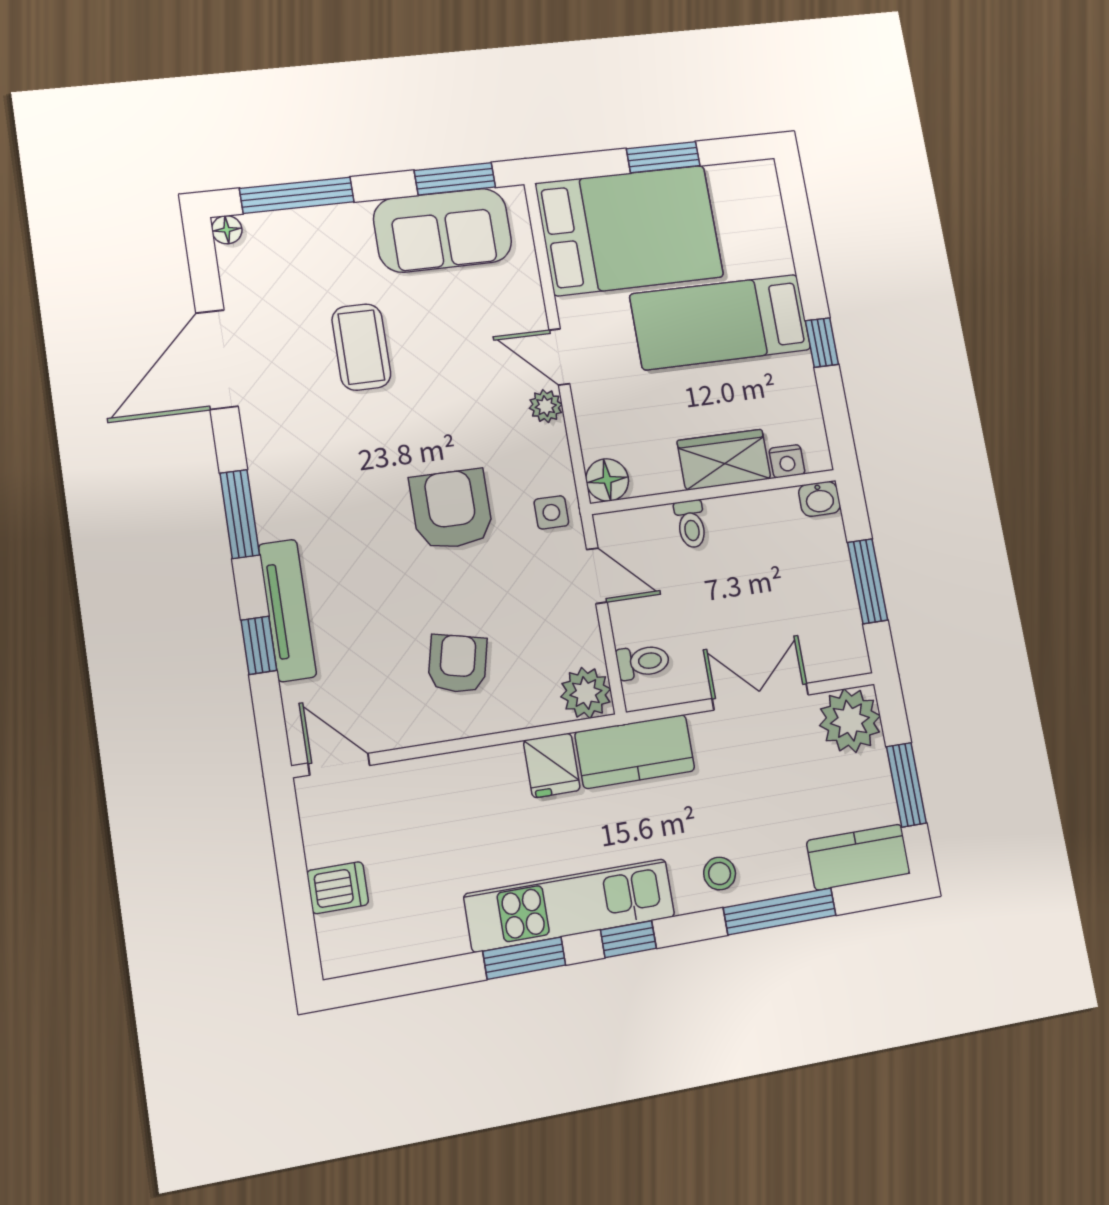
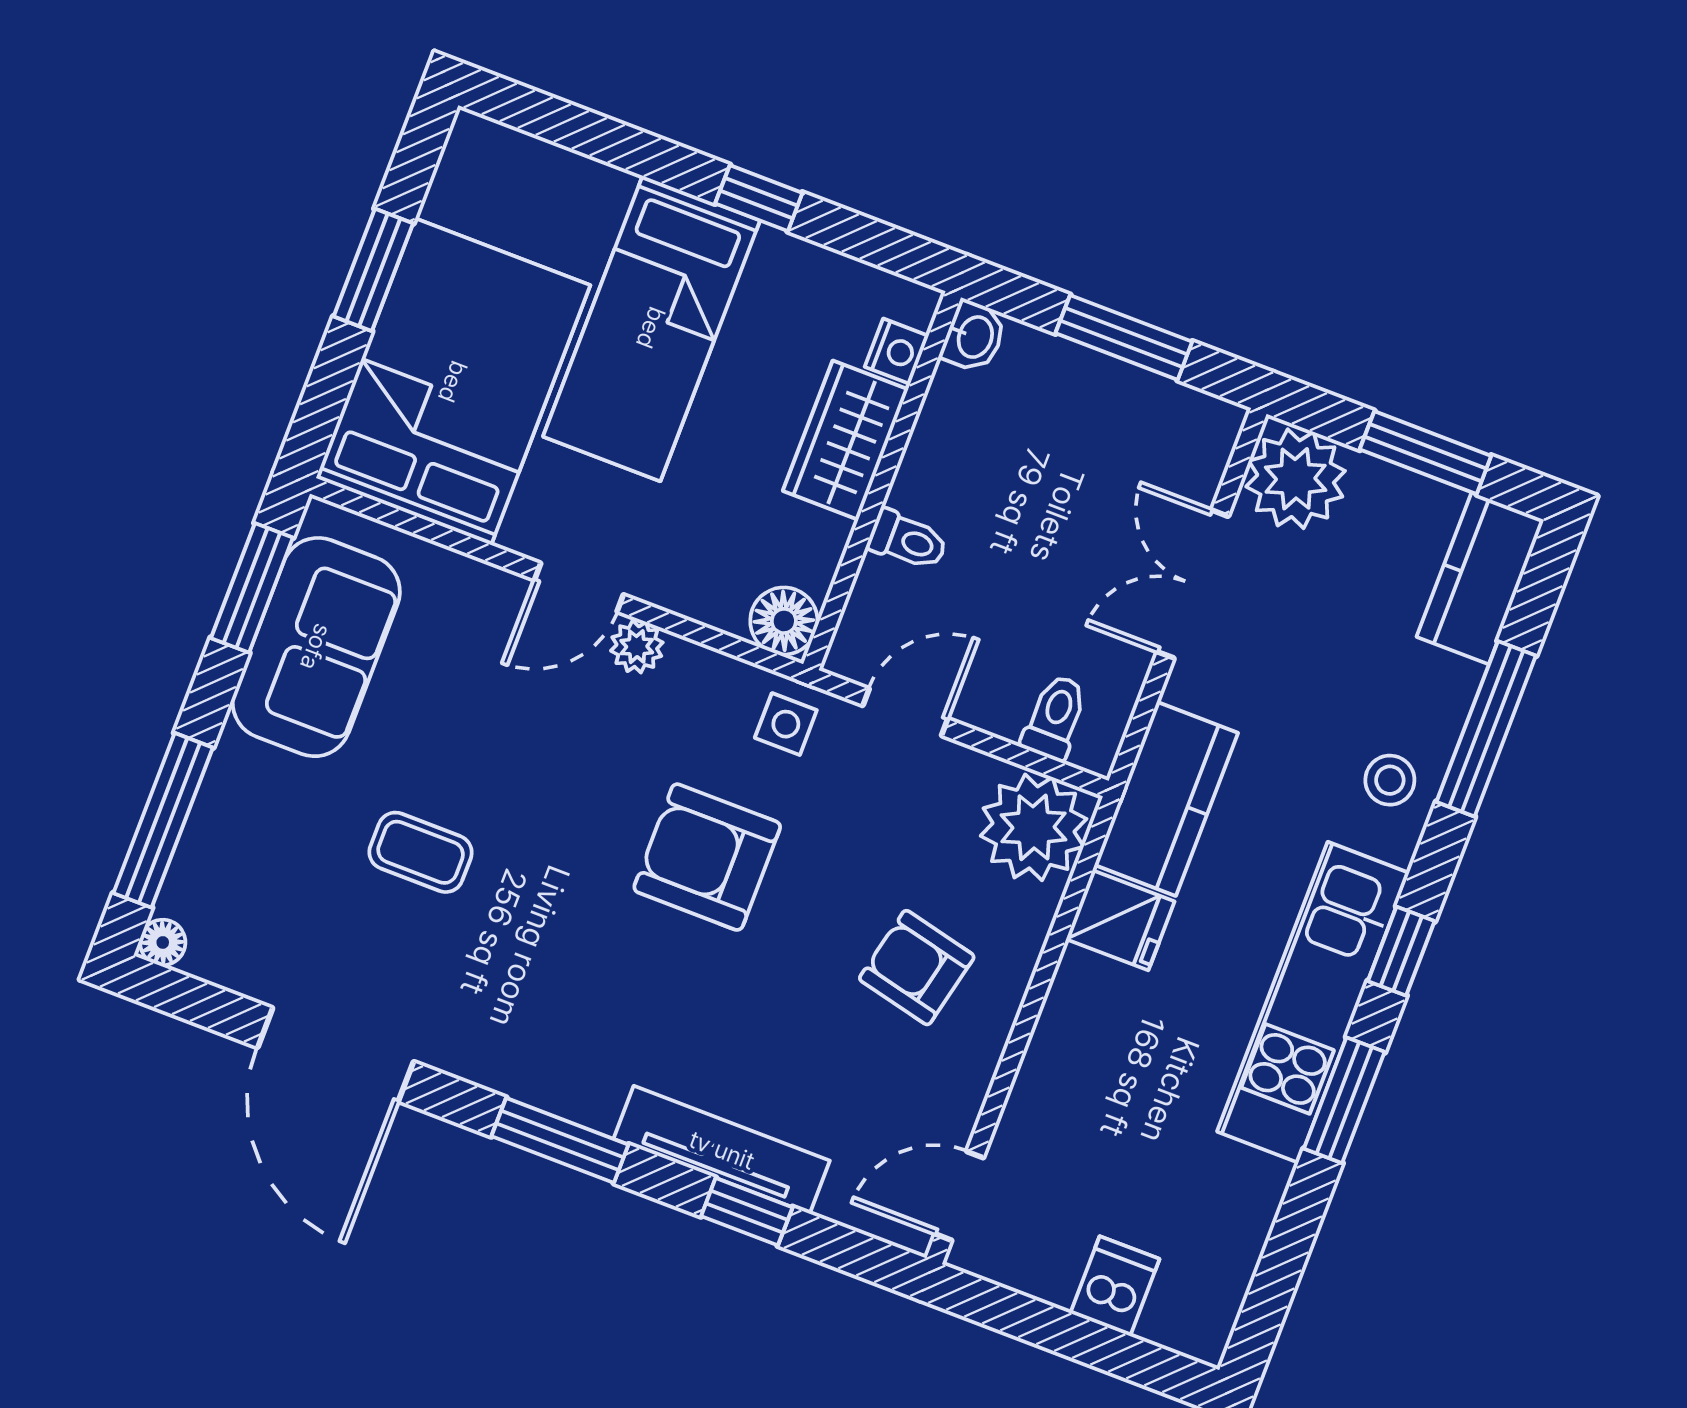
coffee table: (361, 347) -> (421, 852), width x0.73, depth x0.77
plant: (586, 693) -> (1034, 827), width x1.36, depth x1.36

